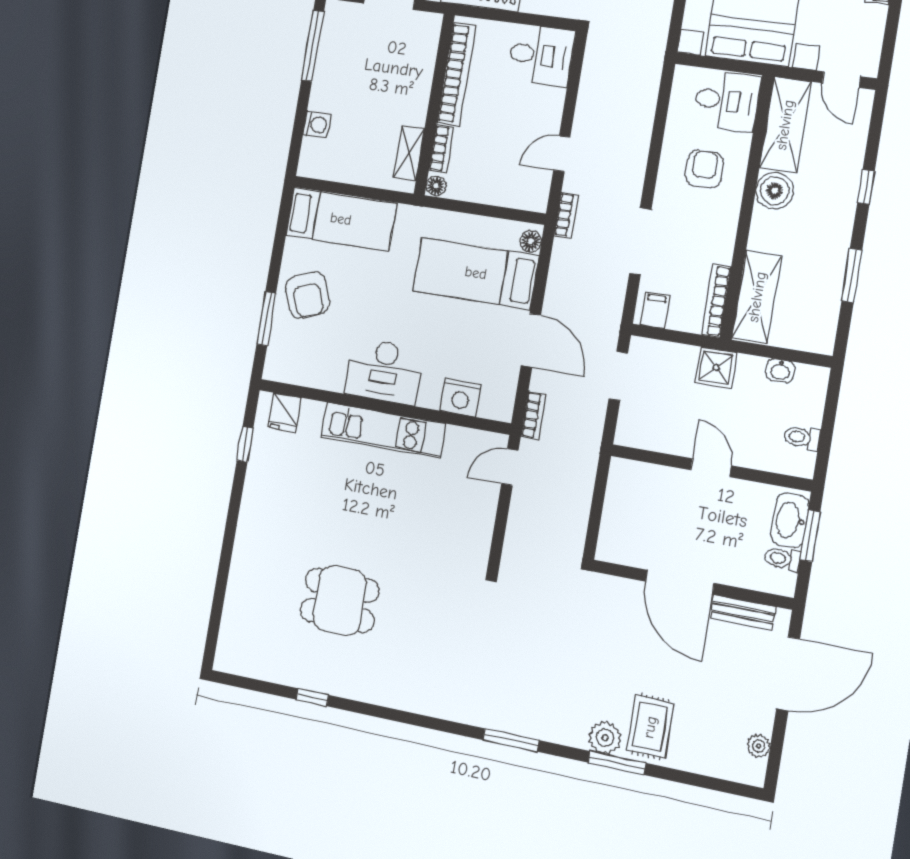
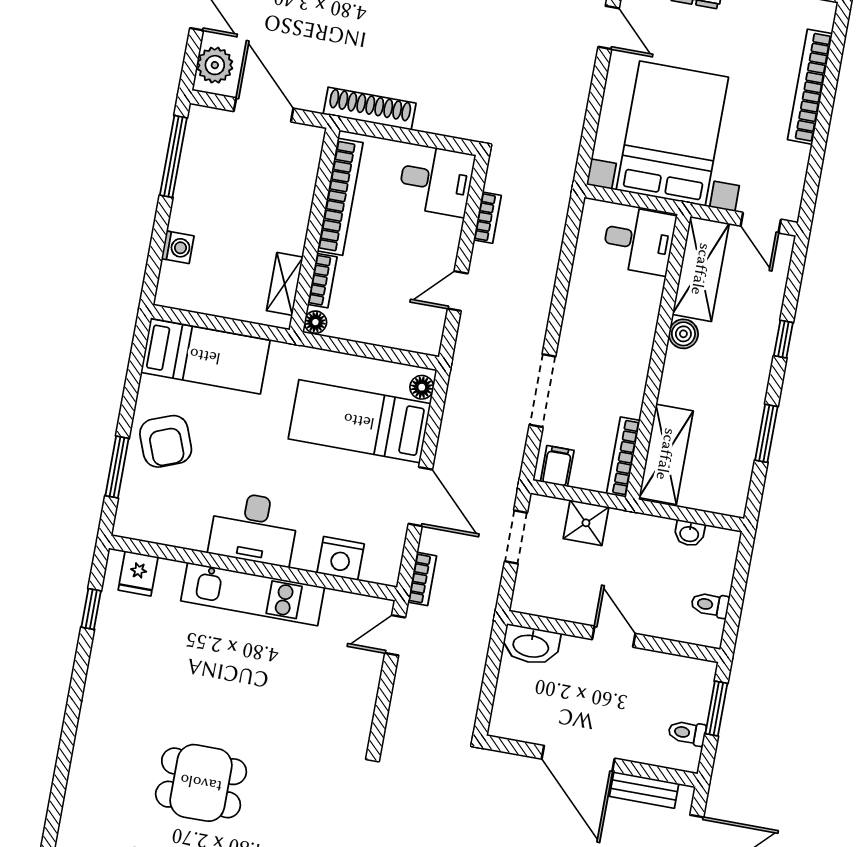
armchair: (704, 169) -> (613, 314), removed
boiler: (775, 191) -> (683, 334), width x0.73, depth x0.73
bookcase: (566, 215) -> (487, 218), moved
shower: (716, 368) -> (586, 523), moved
washbasin: (790, 520) -> (531, 645), moved, turned -90

